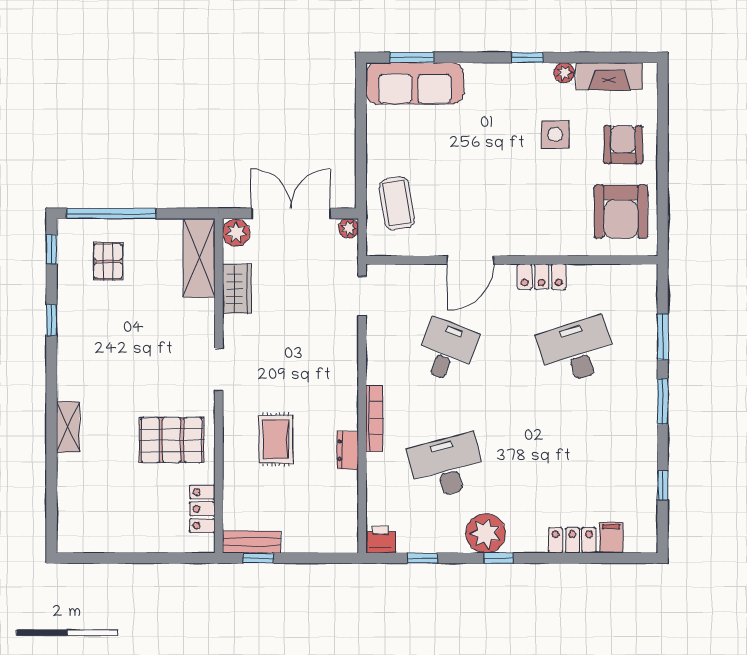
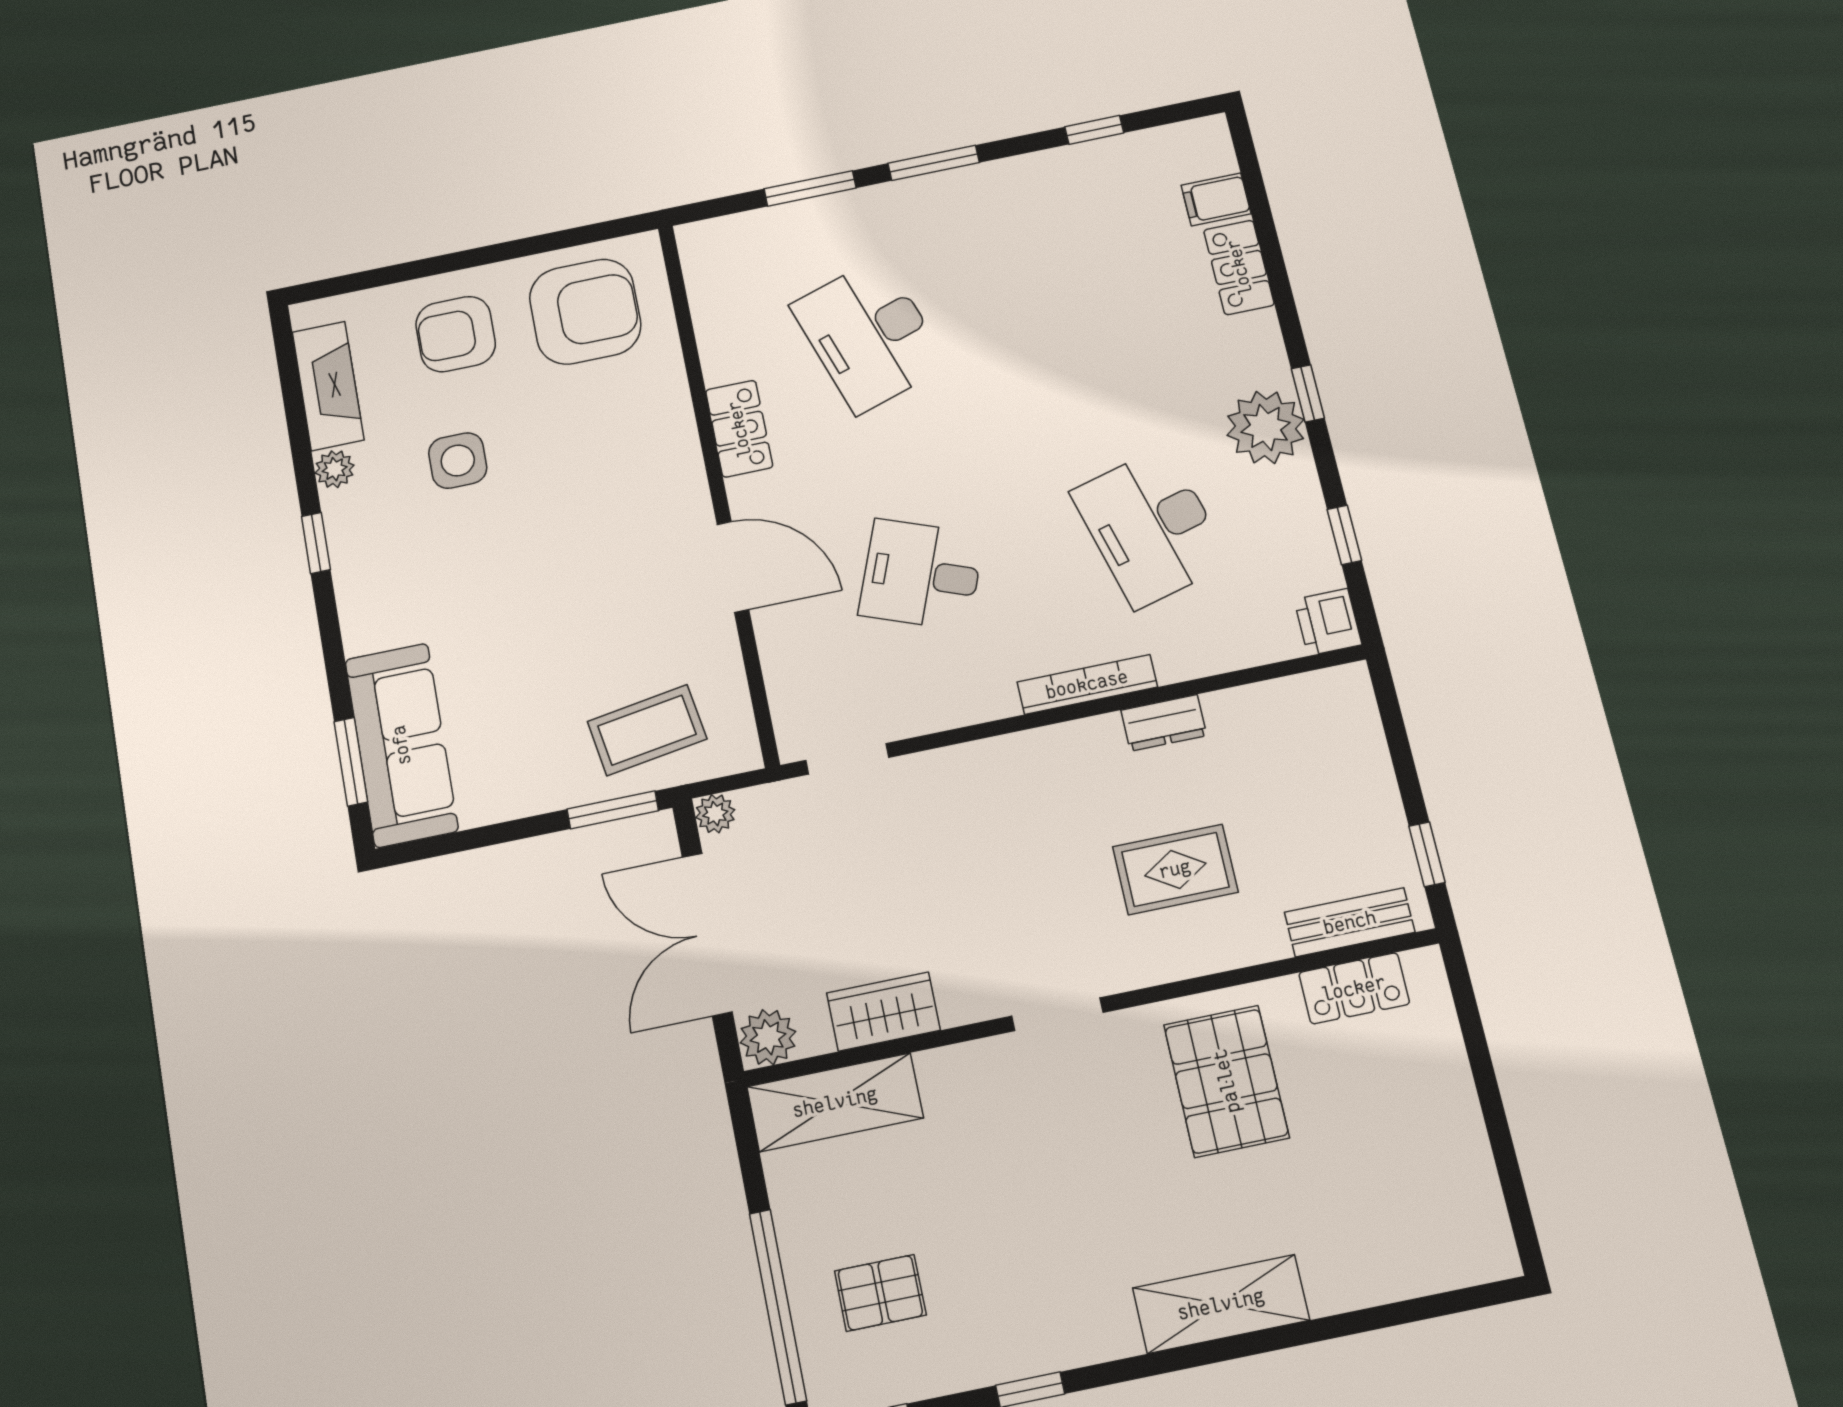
window: (361, 180) -> (613, 810), added
shelving: (68, 427) -> (1221, 1304), width x1.50, depth x1.33
bench: (251, 542) -> (1350, 922), moved, turned 90

